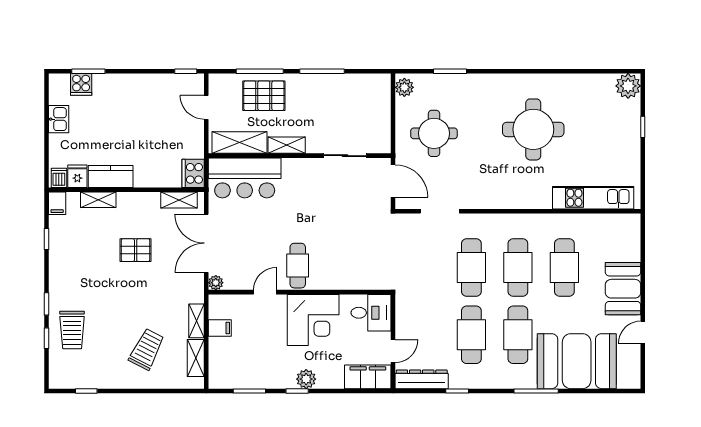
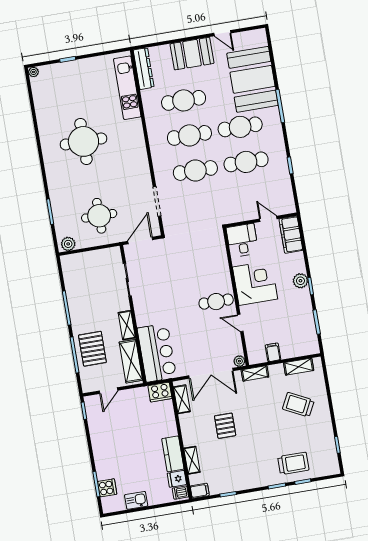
plant: (628, 86) -> (33, 72), width x0.53, depth x0.53
shelving: (196, 321) -> (255, 373), moved
dresser: (422, 379) -> (144, 69), moved, turned 180

